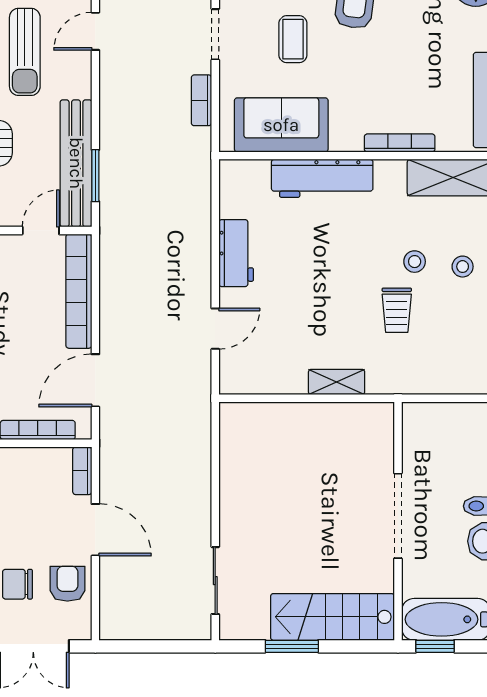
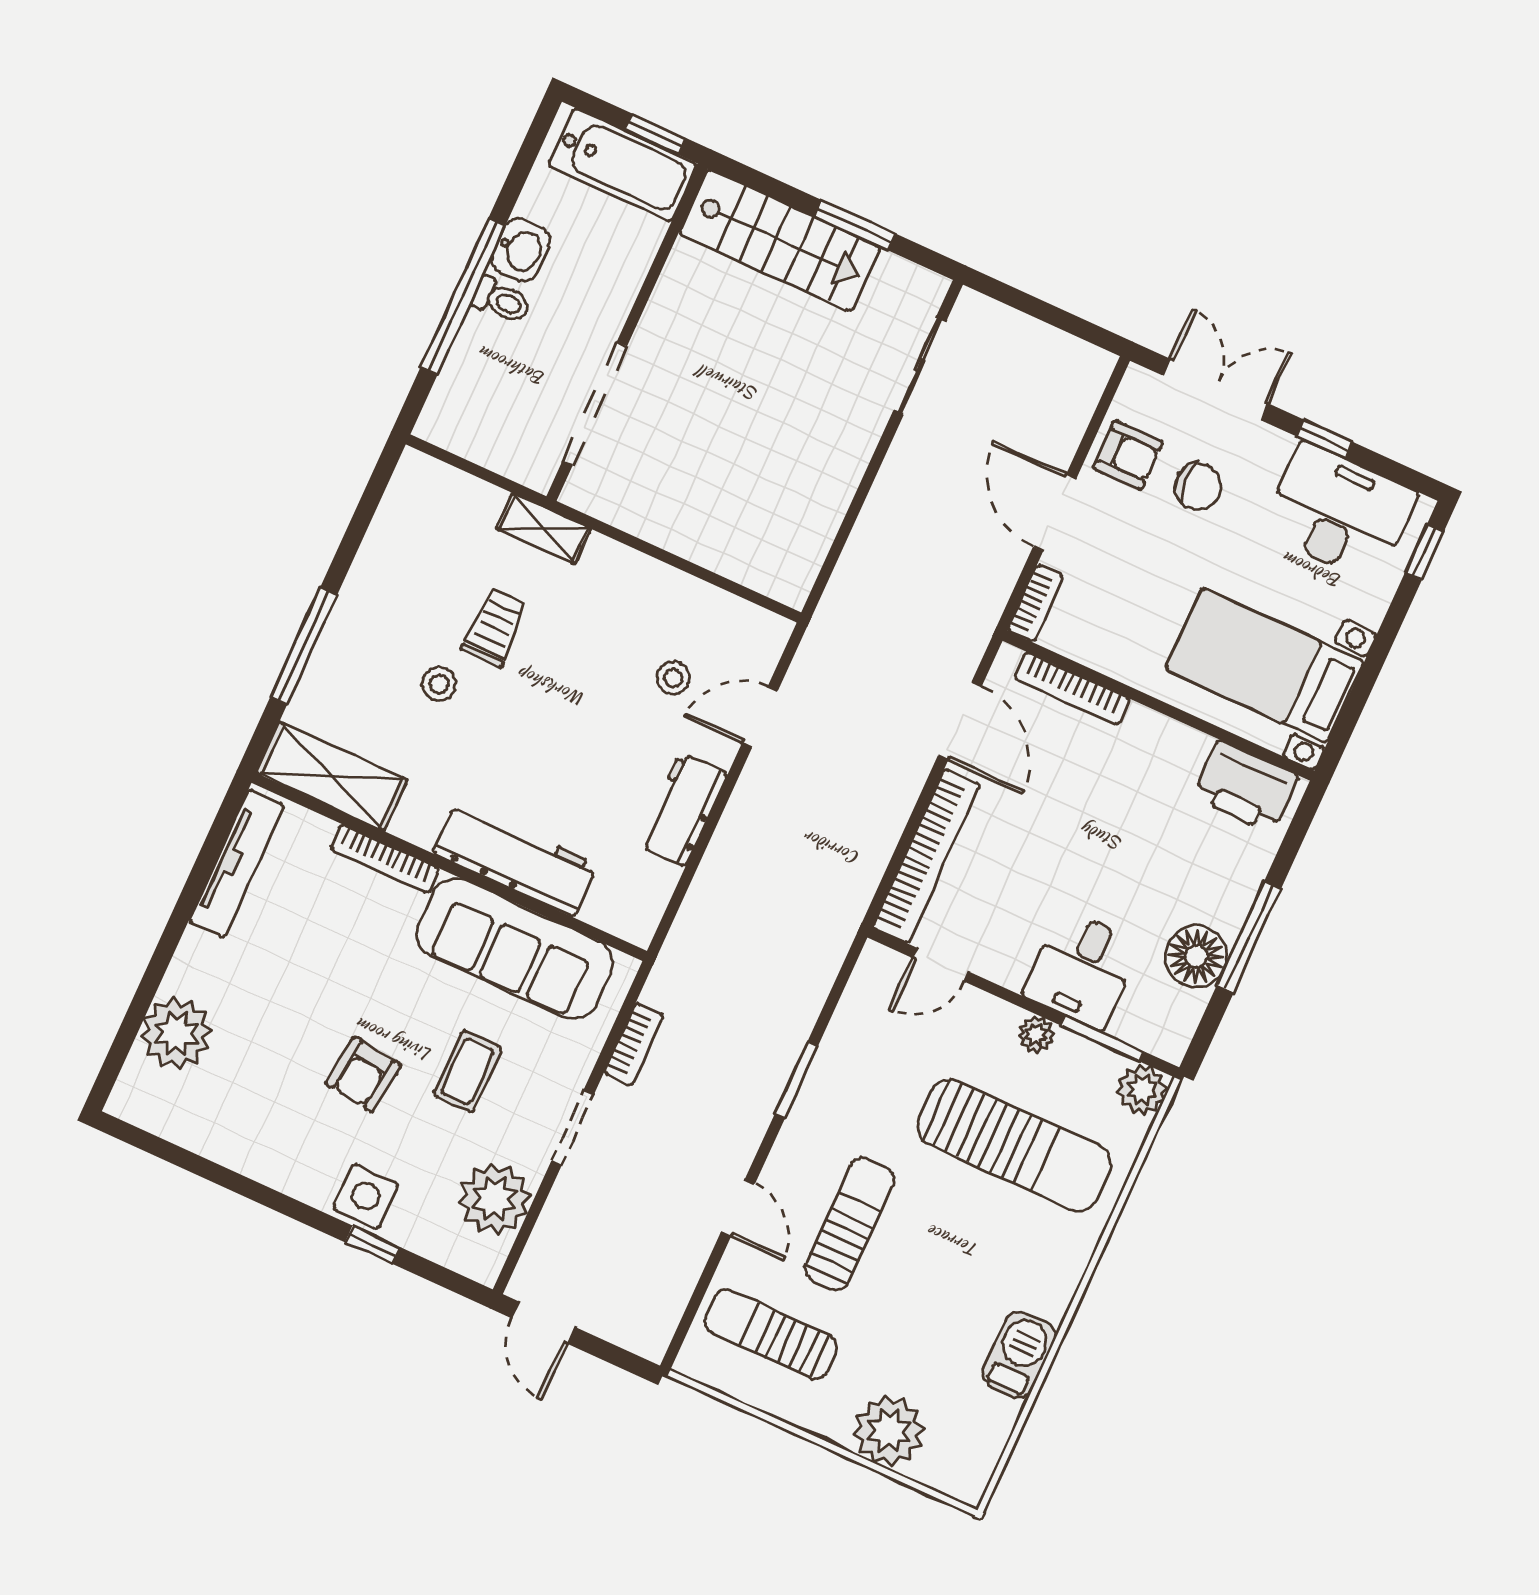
door: (95, 31) -> (738, 1208), hinge flipped
sofa: (281, 125) -> (515, 948), width x1.36
bench: (76, 163) -> (849, 1036), removed
window: (95, 176) -> (796, 1080), moved
stool: (463, 267) -> (673, 678), moved
door: (95, 380) -> (960, 721), hinge flipped
shelving: (337, 382) -> (544, 529), moved
doorway: (398, 516) -> (595, 404), moved
armchair: (67, 584) -> (1128, 455), turned -90

